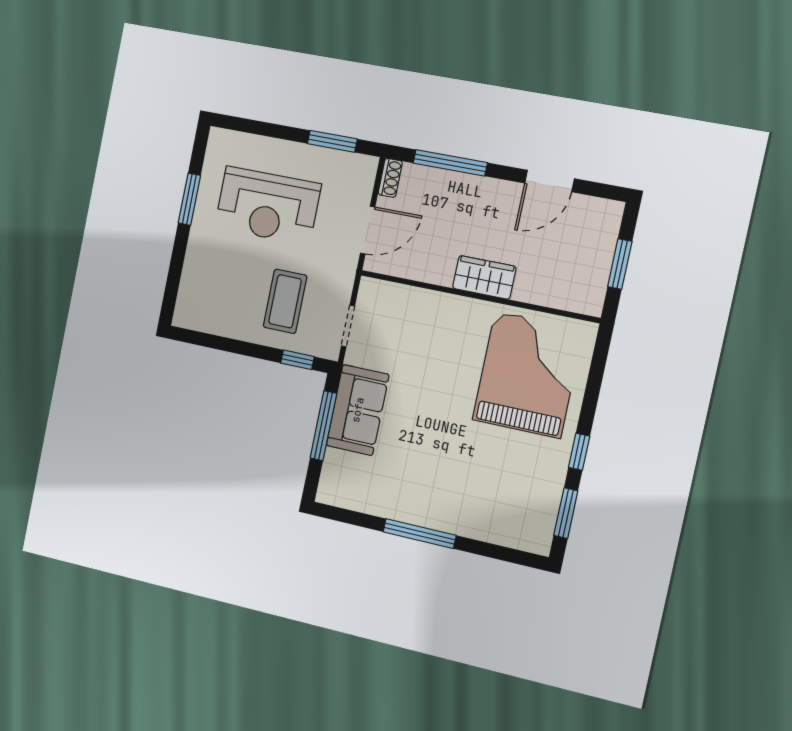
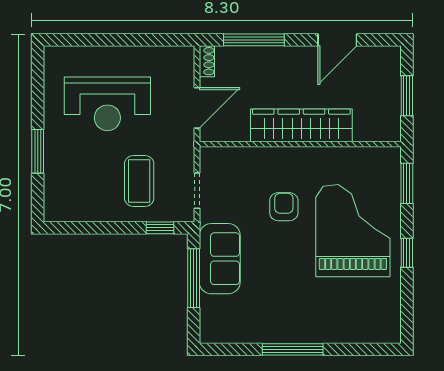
window: (332, 141) -> (152, 40), removed
window: (189, 199) -> (38, 151), moved
wardrobe: (484, 277) -> (301, 125), width x2.10, depth x1.17
armchair: (444, 366) -> (284, 207), added
grand piano: (528, 375) -> (353, 231), moved
window: (566, 513) -> (407, 183), moved

